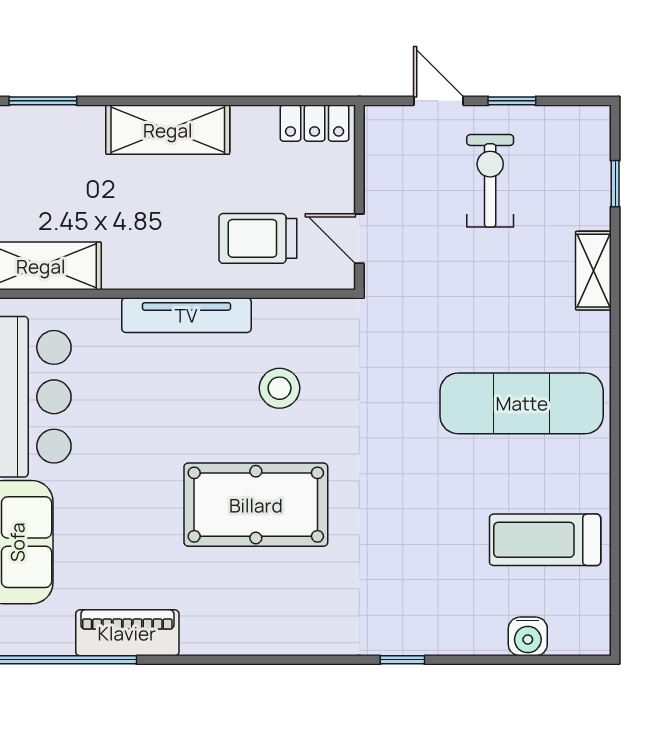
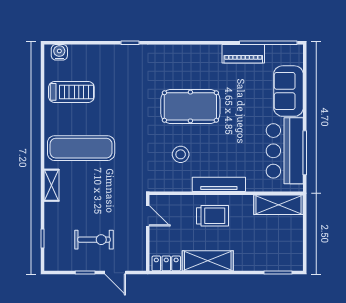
shelving: (168, 130) -> (208, 261), moved
exercise bike: (490, 181) -> (94, 240), turned -90
trolley: (258, 238) -> (213, 216), moved
shelving: (593, 271) -> (51, 185), moved
water cooler: (528, 636) -> (59, 52), moved

